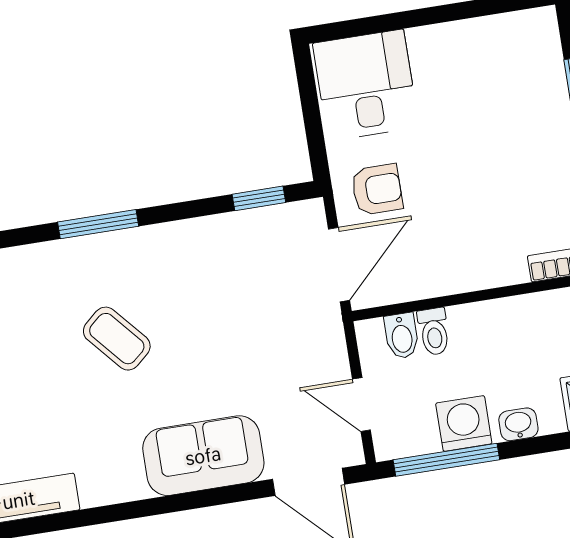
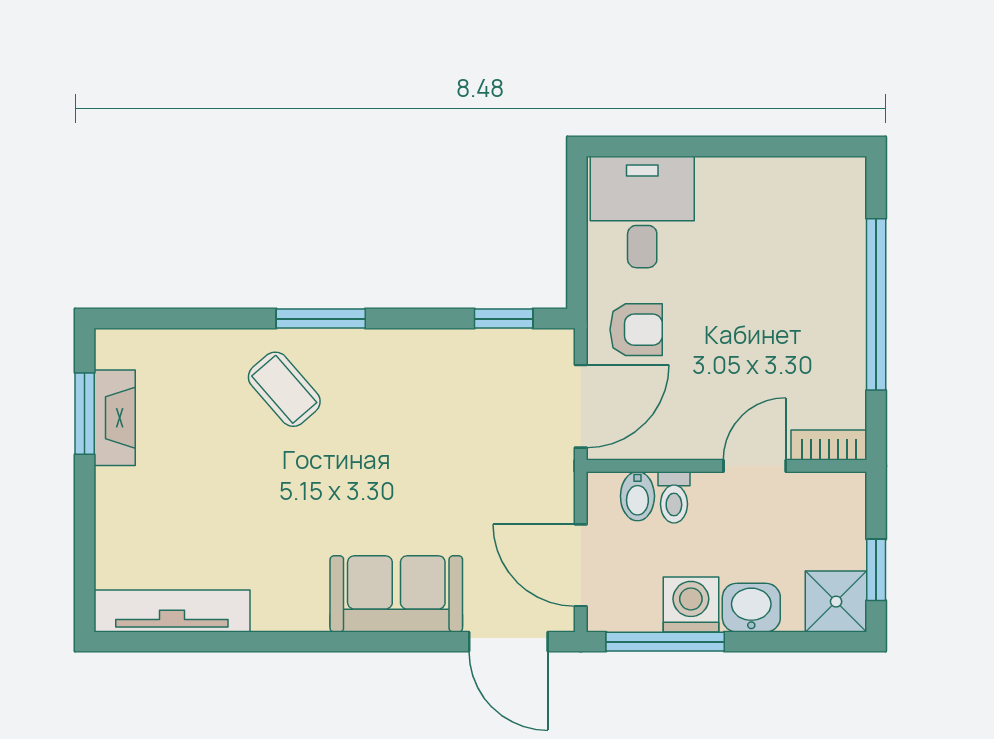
door: (500, 292) -> (755, 466), added
coffee table: (117, 339) -> (284, 389), moved
door: (361, 405) -> (581, 565), width x1.38
washbasin: (518, 424) -> (751, 608), width x1.38, depth x1.45

